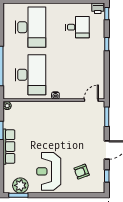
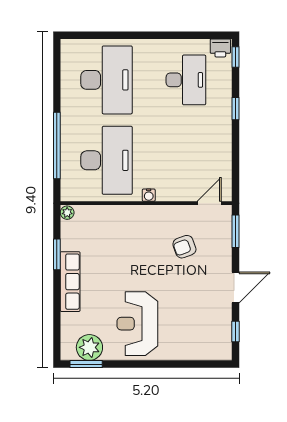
desk: (77, 27) -> (186, 80), width x1.37
armchair: (82, 172) -> (184, 247), moved

